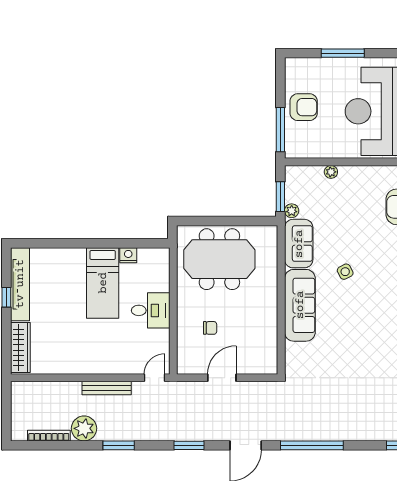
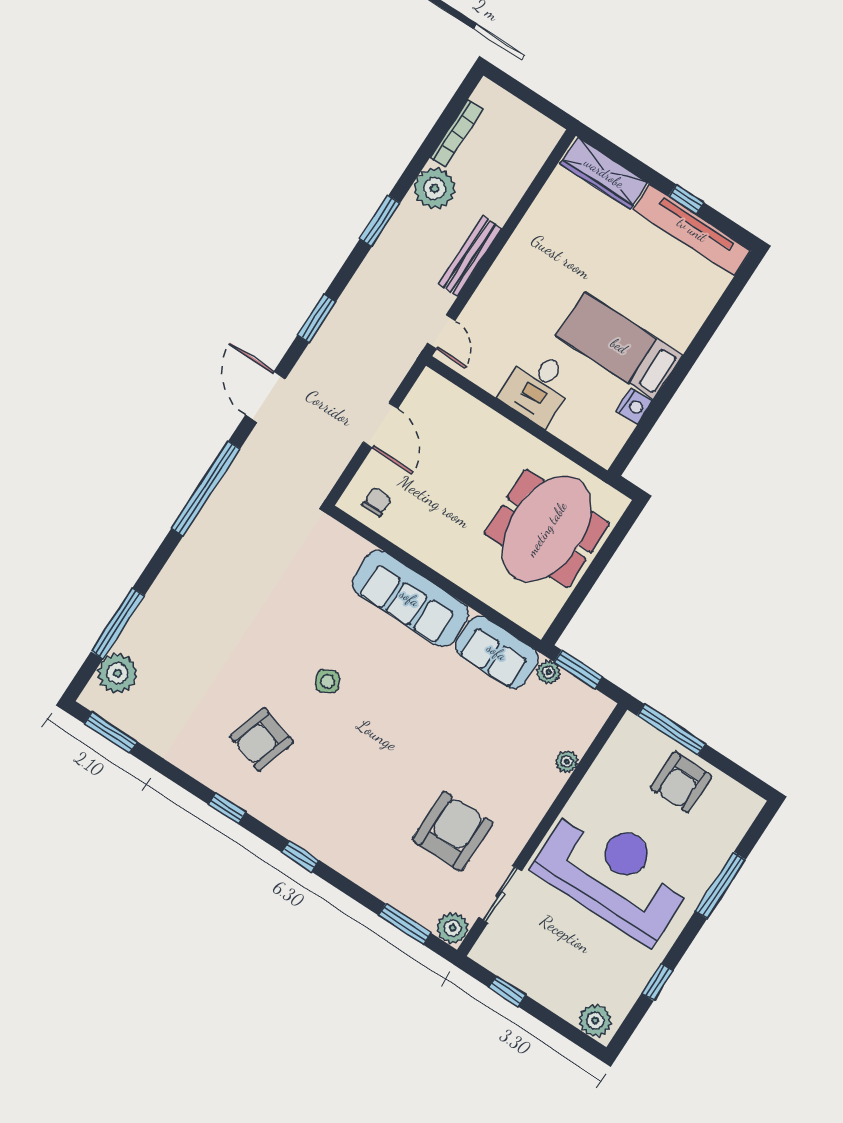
side table: (345, 272) -> (328, 681), moved
chair: (210, 328) -> (377, 502), moved, turned 180

